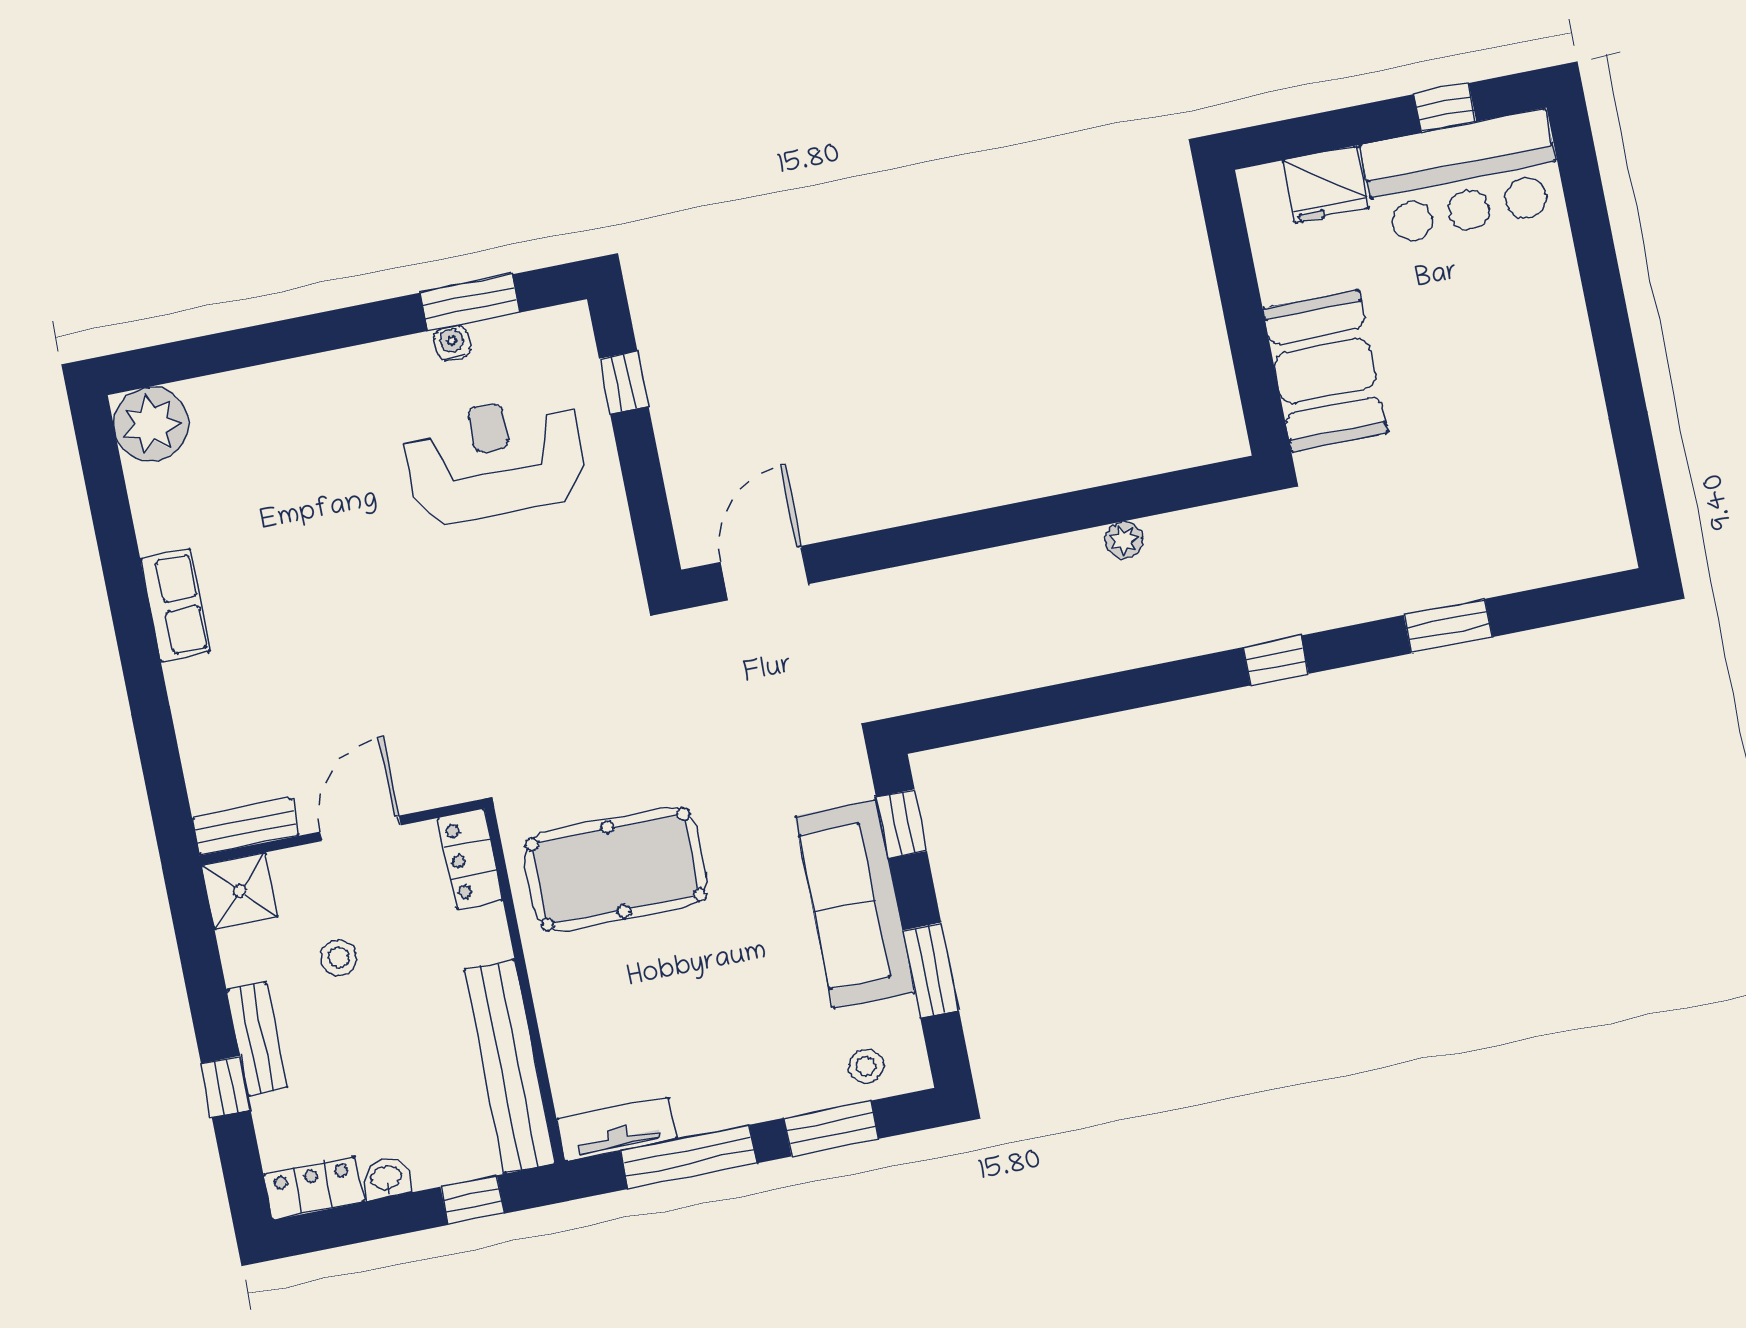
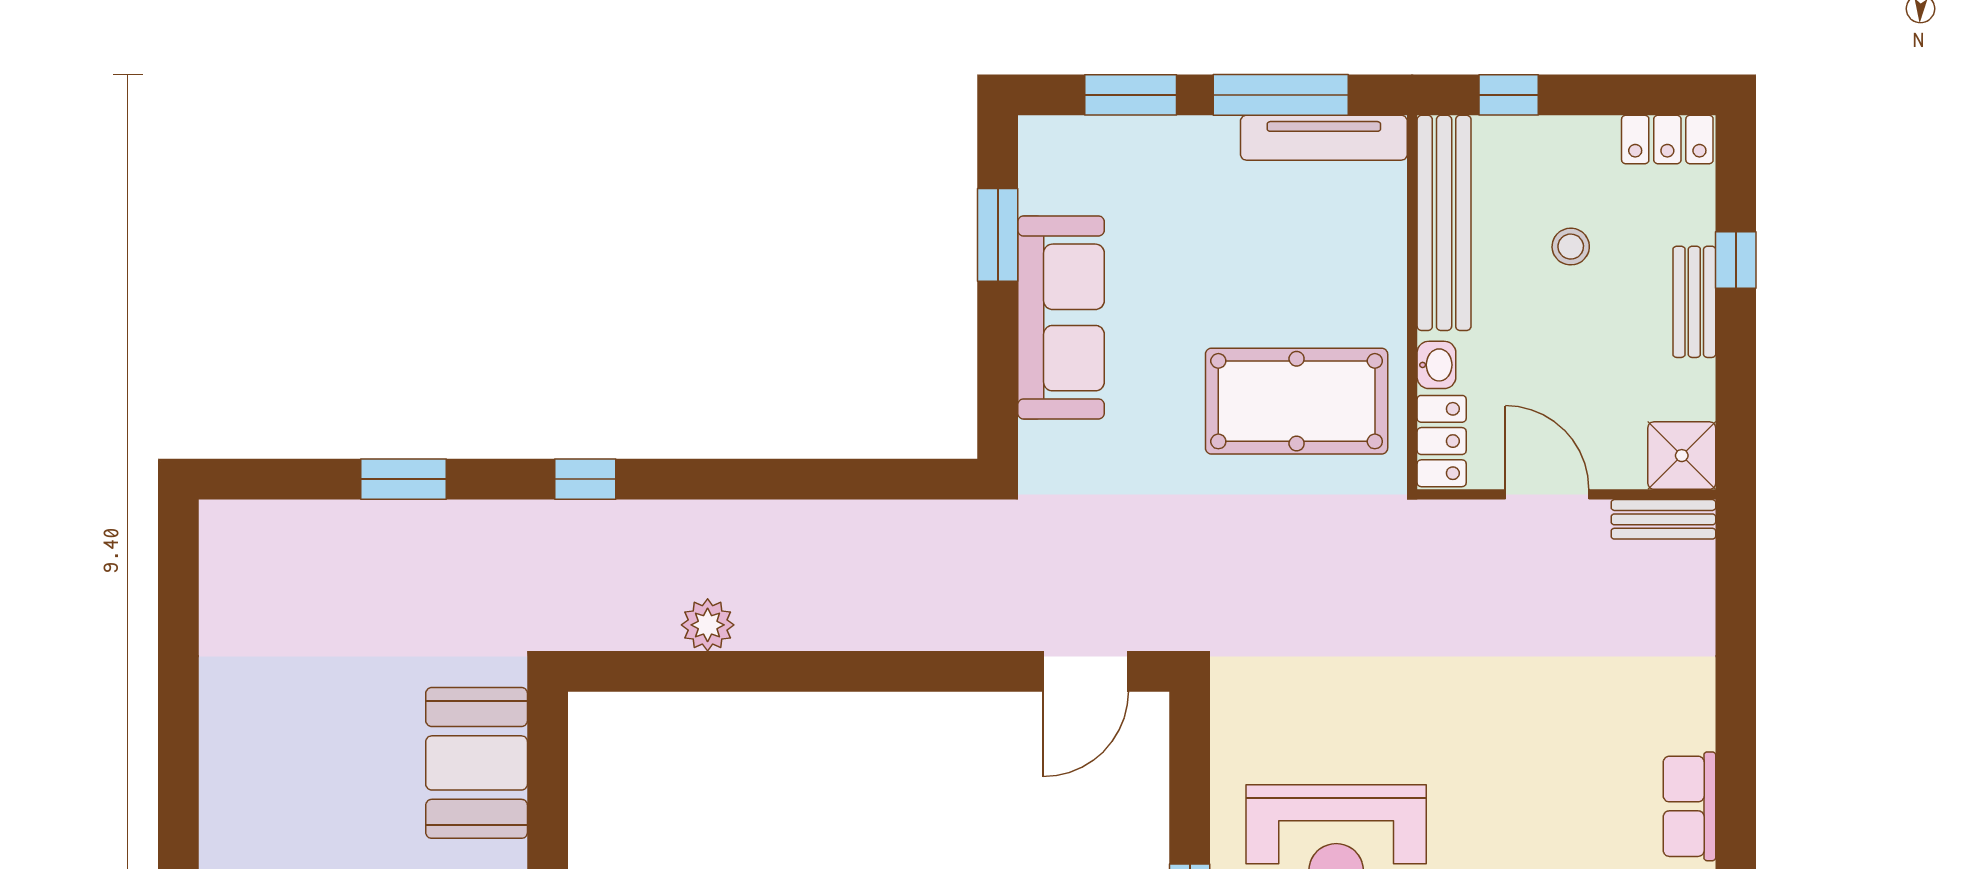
plant: (1124, 540) -> (708, 625), width x1.38, depth x1.38
row of seats: (175, 605) -> (1689, 806), moved
window: (902, 824) -> (998, 389), removed
door: (360, 828) -> (1547, 494), swing flipped
stool: (339, 958) -> (1571, 247), moved
stool: (866, 1066) -> (1083, 151), removed
tv unit: (617, 1129) -> (1324, 138), width x1.41
washbasin: (387, 1178) -> (1436, 365), moved, turned -90

